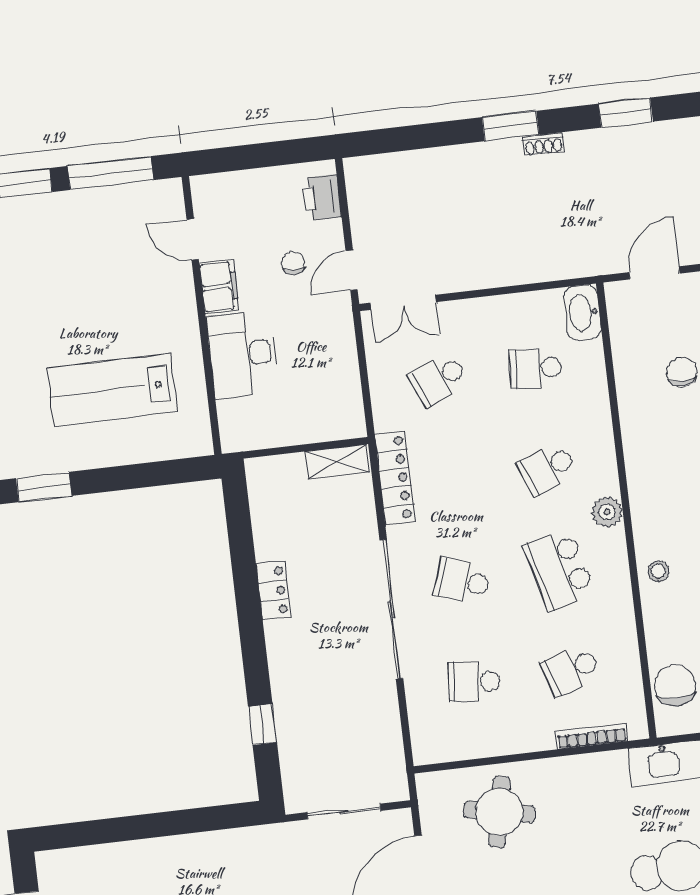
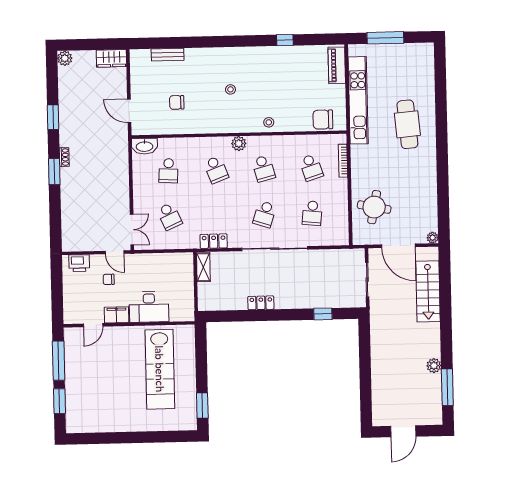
lab bench: (112, 390) -> (160, 369), width x1.36
locker: (395, 478) -> (214, 241), width x0.66
school desk: (559, 569) -> (264, 169), width x0.54

